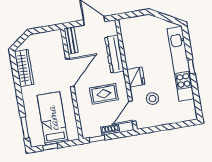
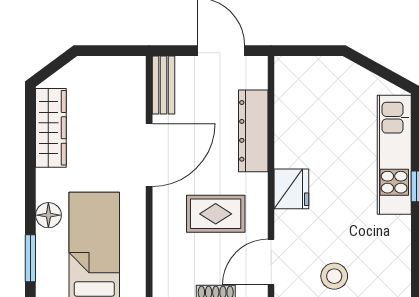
kitchen unit: (181, 64) -> (394, 155), width x0.73
stool: (153, 99) -> (334, 276), moved
floor lamp: (30, 107) -> (48, 215), added

